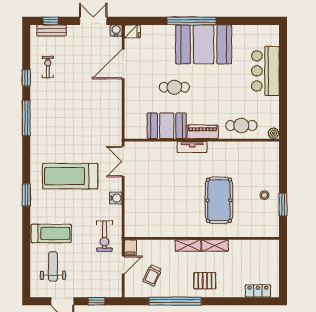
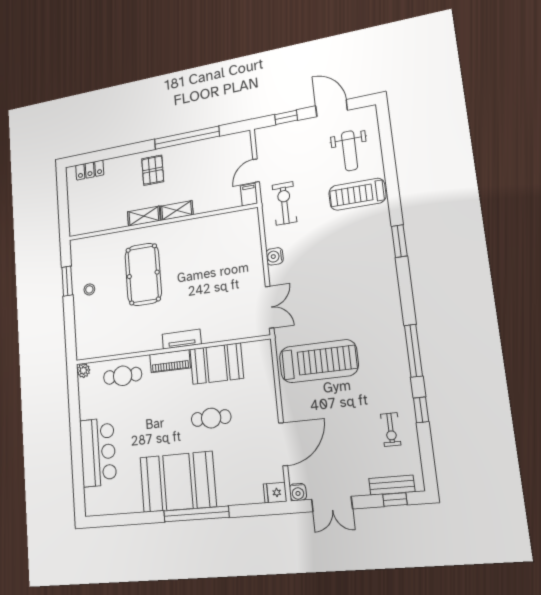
treadmill: (70, 176) -> (319, 361), moved
trolley: (152, 275) -> (218, 164), removed
pallet: (205, 281) -> (153, 170), turned 90

